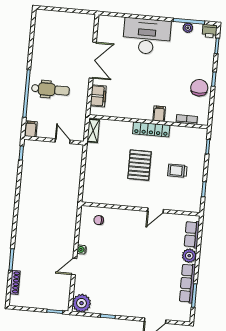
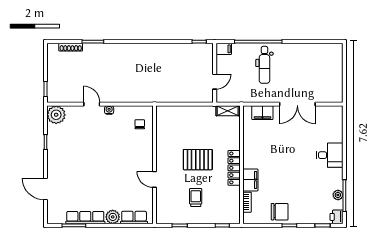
desk: (147, 36) -> (330, 155), width x0.53, depth x0.77
filing cabinet: (159, 114) -> (250, 180), width x2.00

